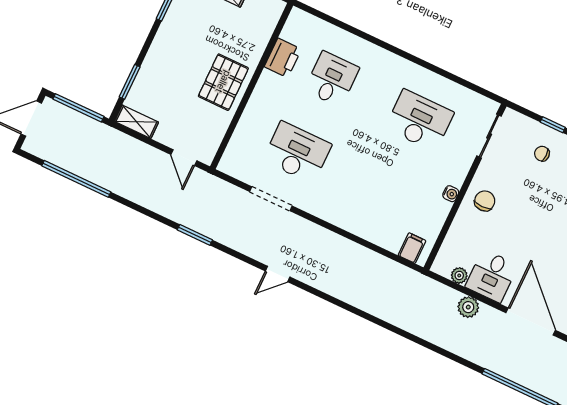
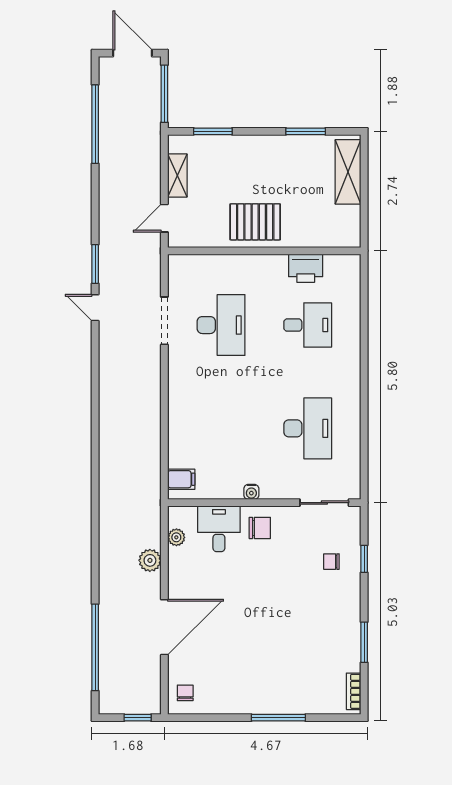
shelving: (136, 122) -> (177, 176), moved
chair: (542, 154) -> (331, 562), turned -90
door: (278, 274) -> (95, 308), moved
desk: (492, 276) -> (219, 529), moved, turned 90

